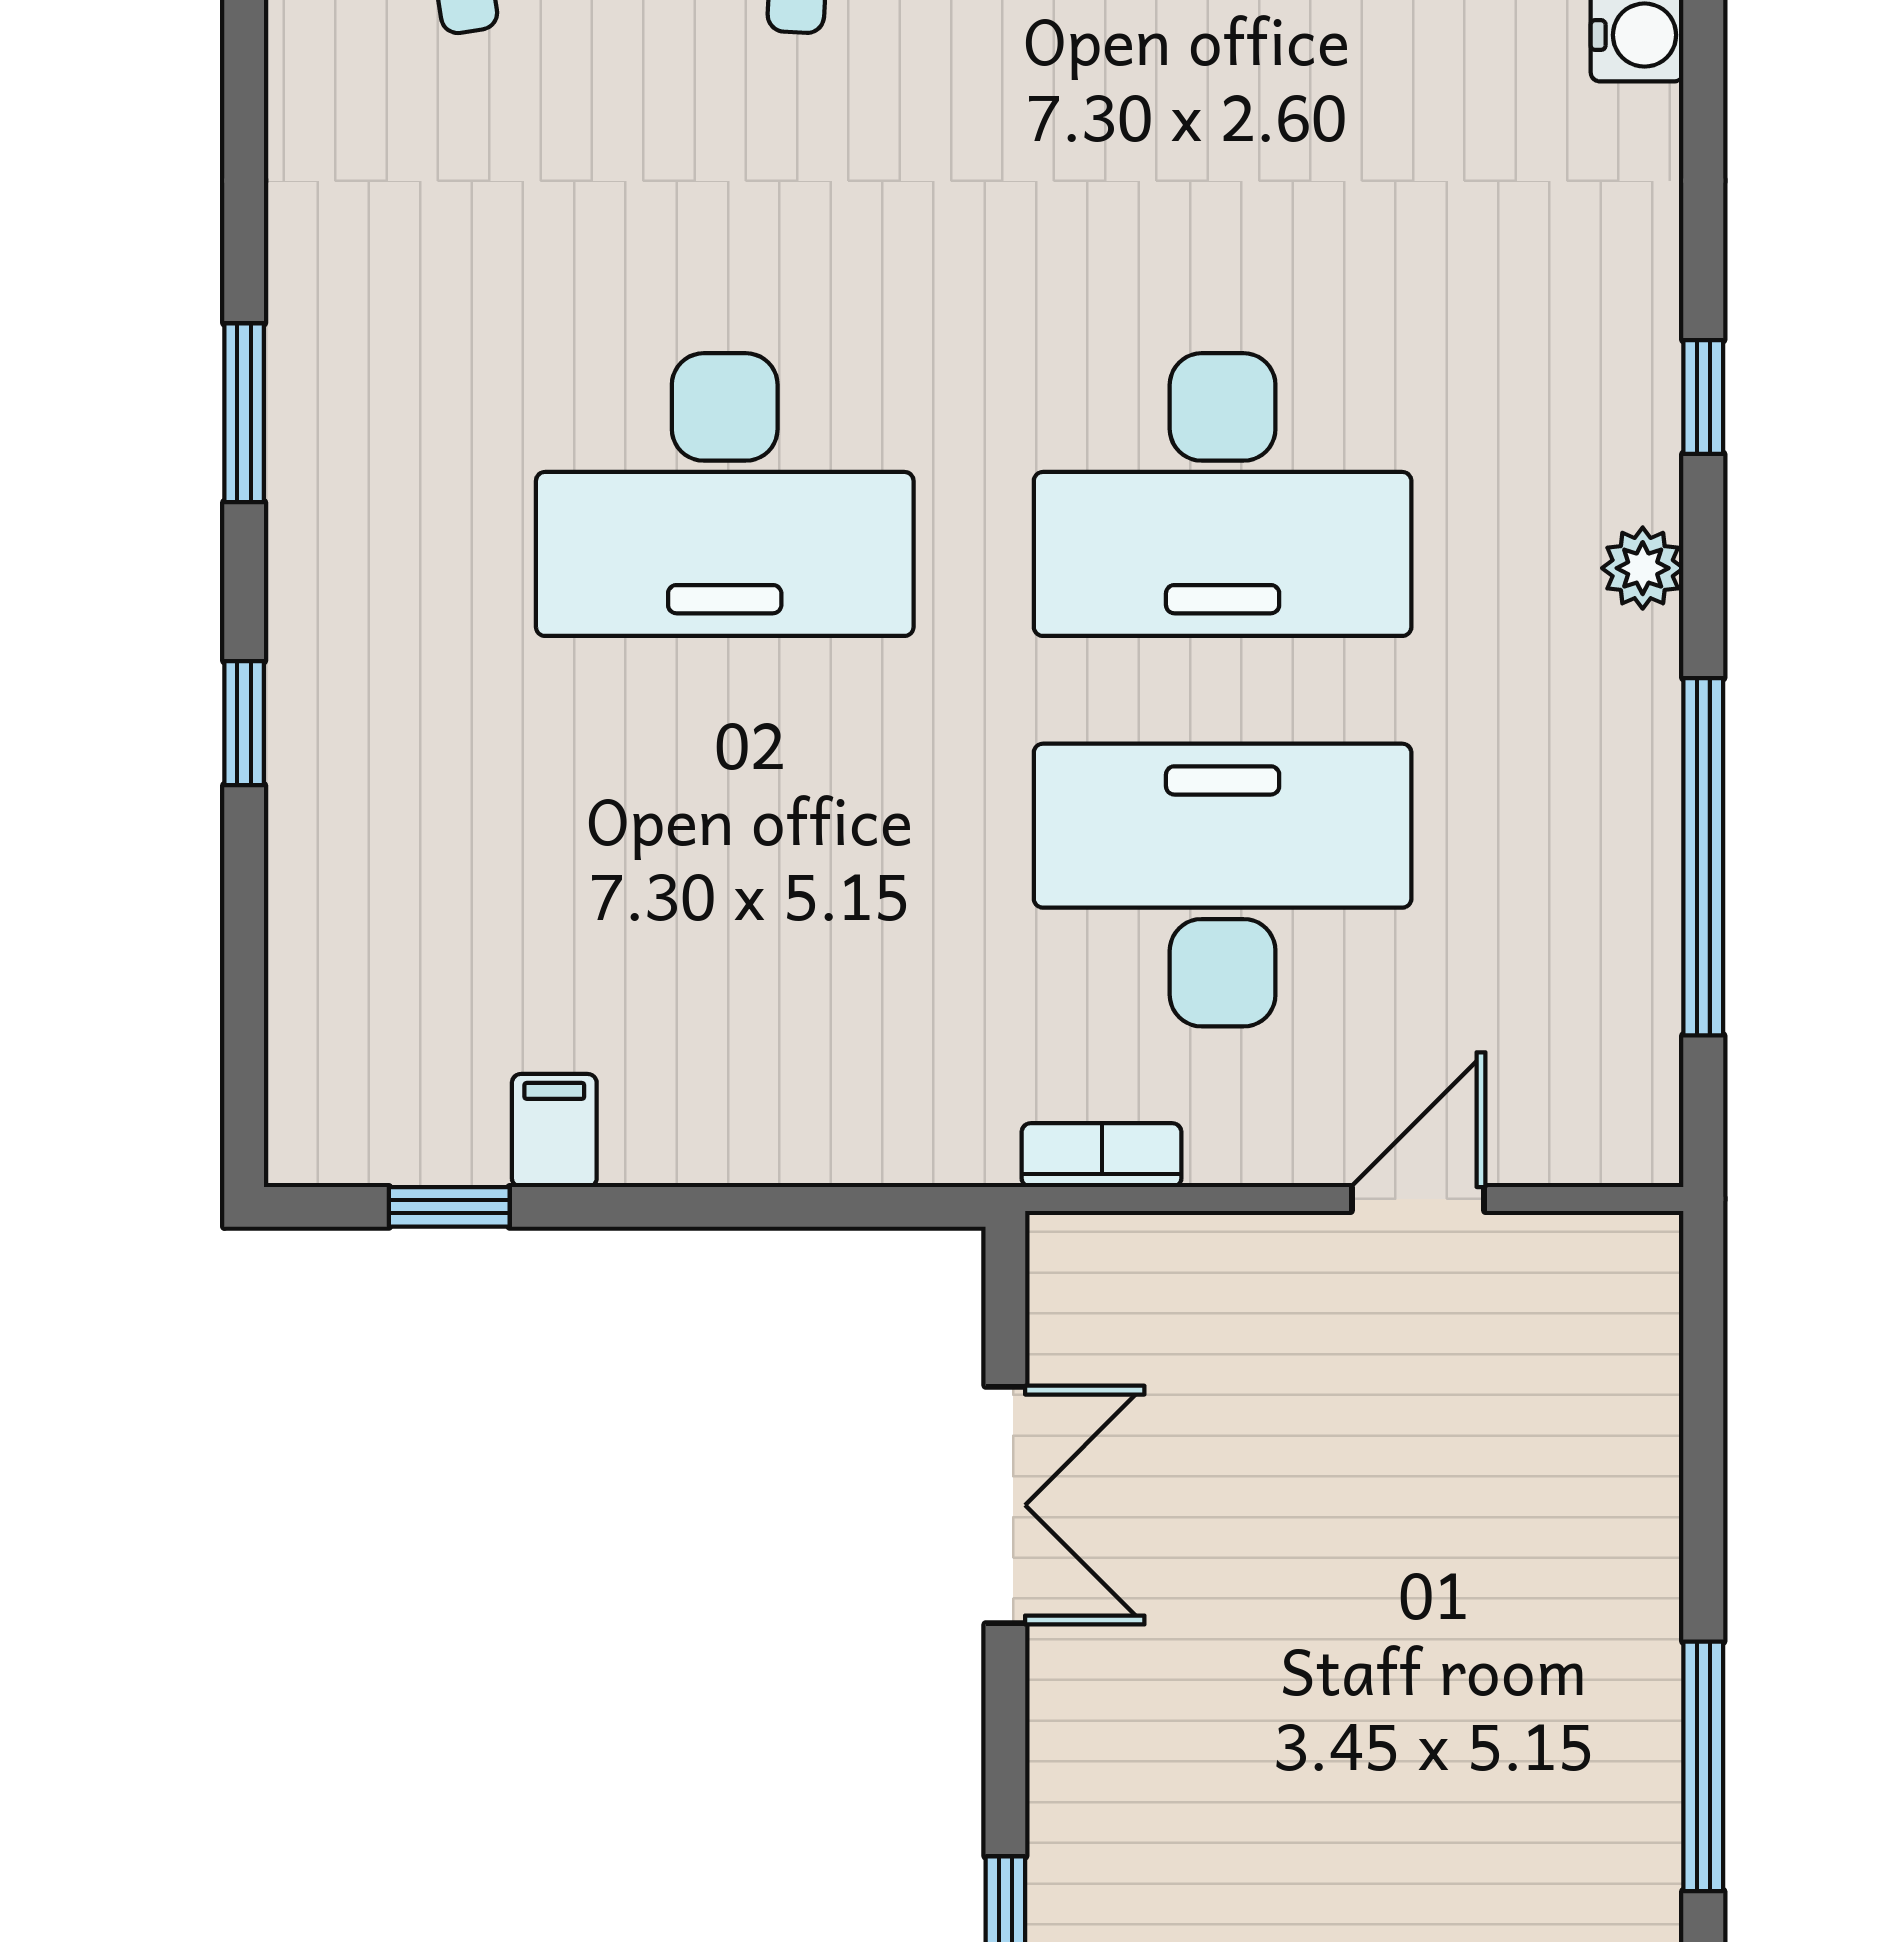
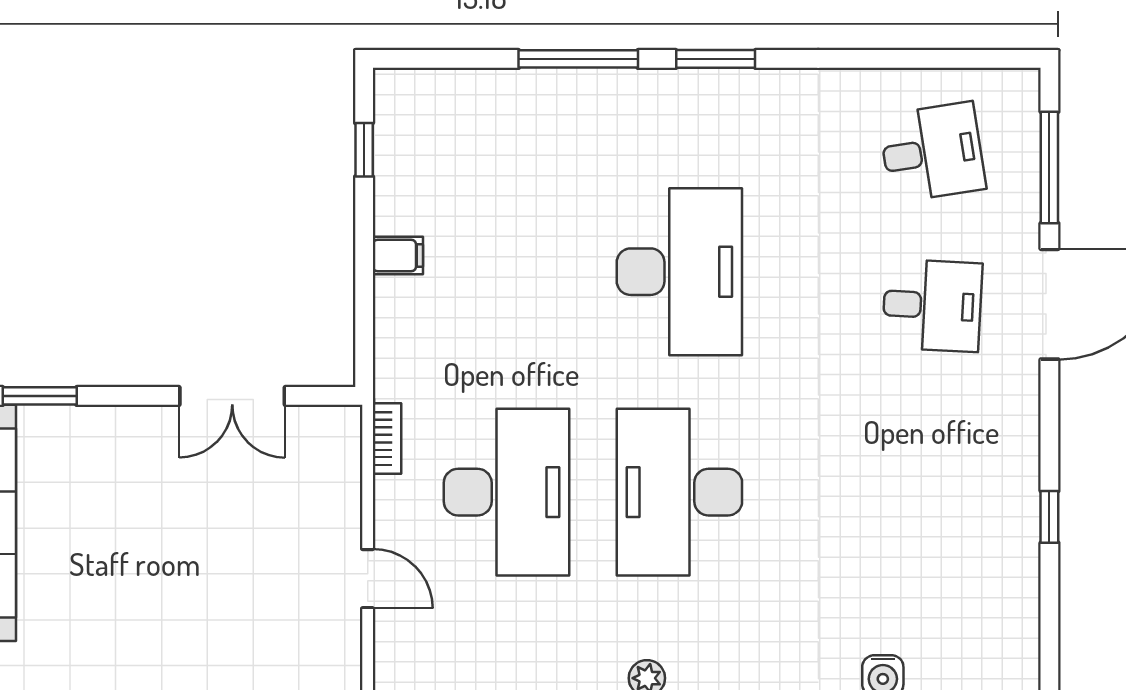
desk: (725, 495) -> (679, 272), turned 180
window: (244, 723) -> (578, 59), width x2.17
filing cabinet: (554, 1131) -> (398, 256), moved

